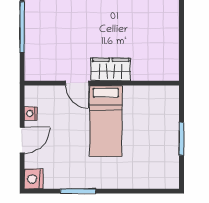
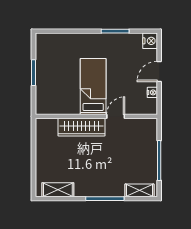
wardrobe: (111, 69) -> (82, 127), width x1.50
door: (77, 83) -> (116, 116), hinge flipped

